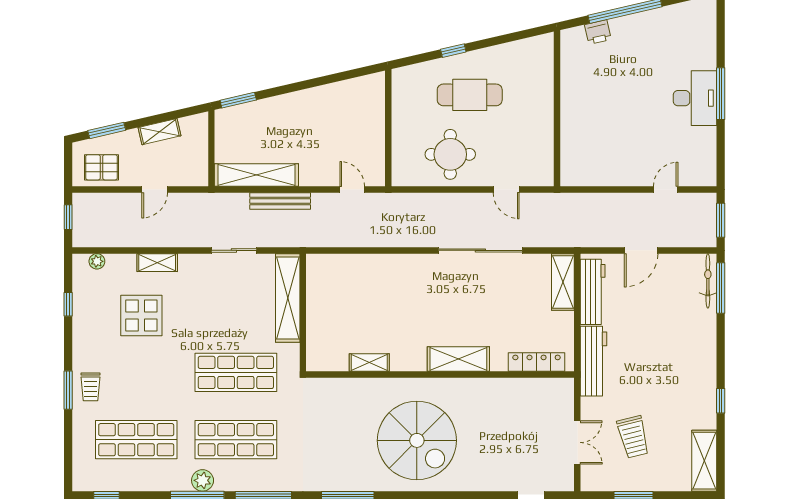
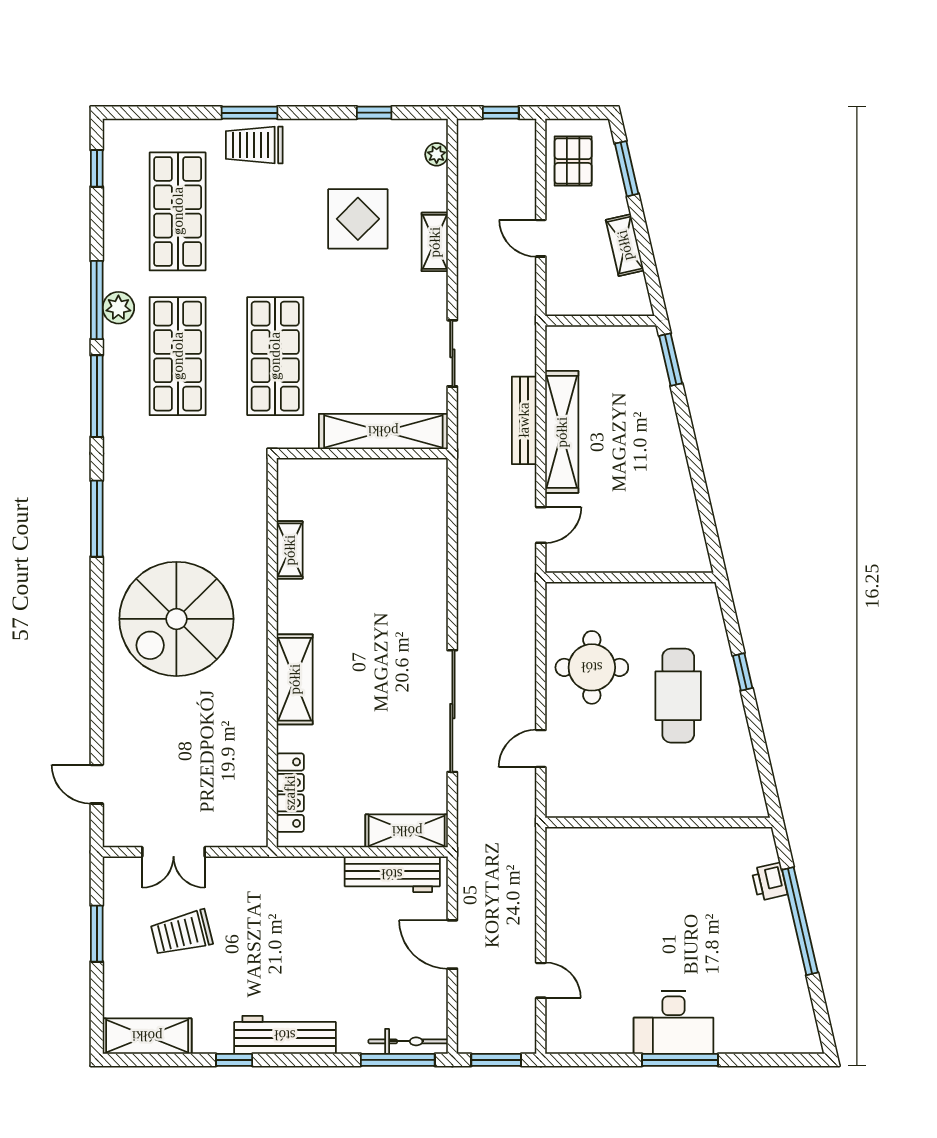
shelving: (256, 175) -> (562, 432), moved
workbench: (593, 361) -> (285, 1035), moved, turned 180
trolley: (90, 387) -> (254, 145), width x1.36, depth x1.39

